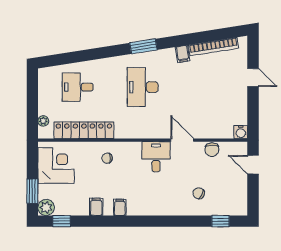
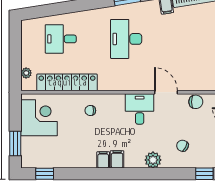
chair: (212, 150) -> (196, 102), turned -90
plant: (46, 207) -> (153, 160), moved
filing cabinet: (96, 207) -> (117, 159), moved

